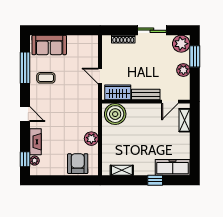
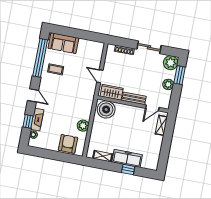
window: (25, 68) -> (40, 58), width x1.46
window: (25, 159) -> (28, 121), moved
freezer: (173, 167) -> (127, 158), moved

